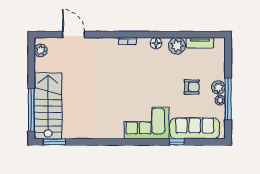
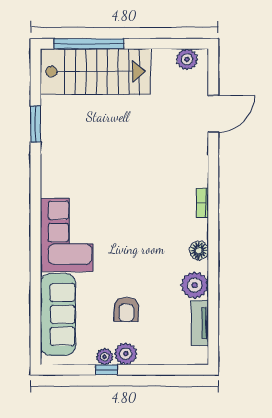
window: (228, 99) -> (107, 370), width x0.32
window: (54, 142) -> (36, 124), moved
window: (177, 142) -> (36, 285), removed

